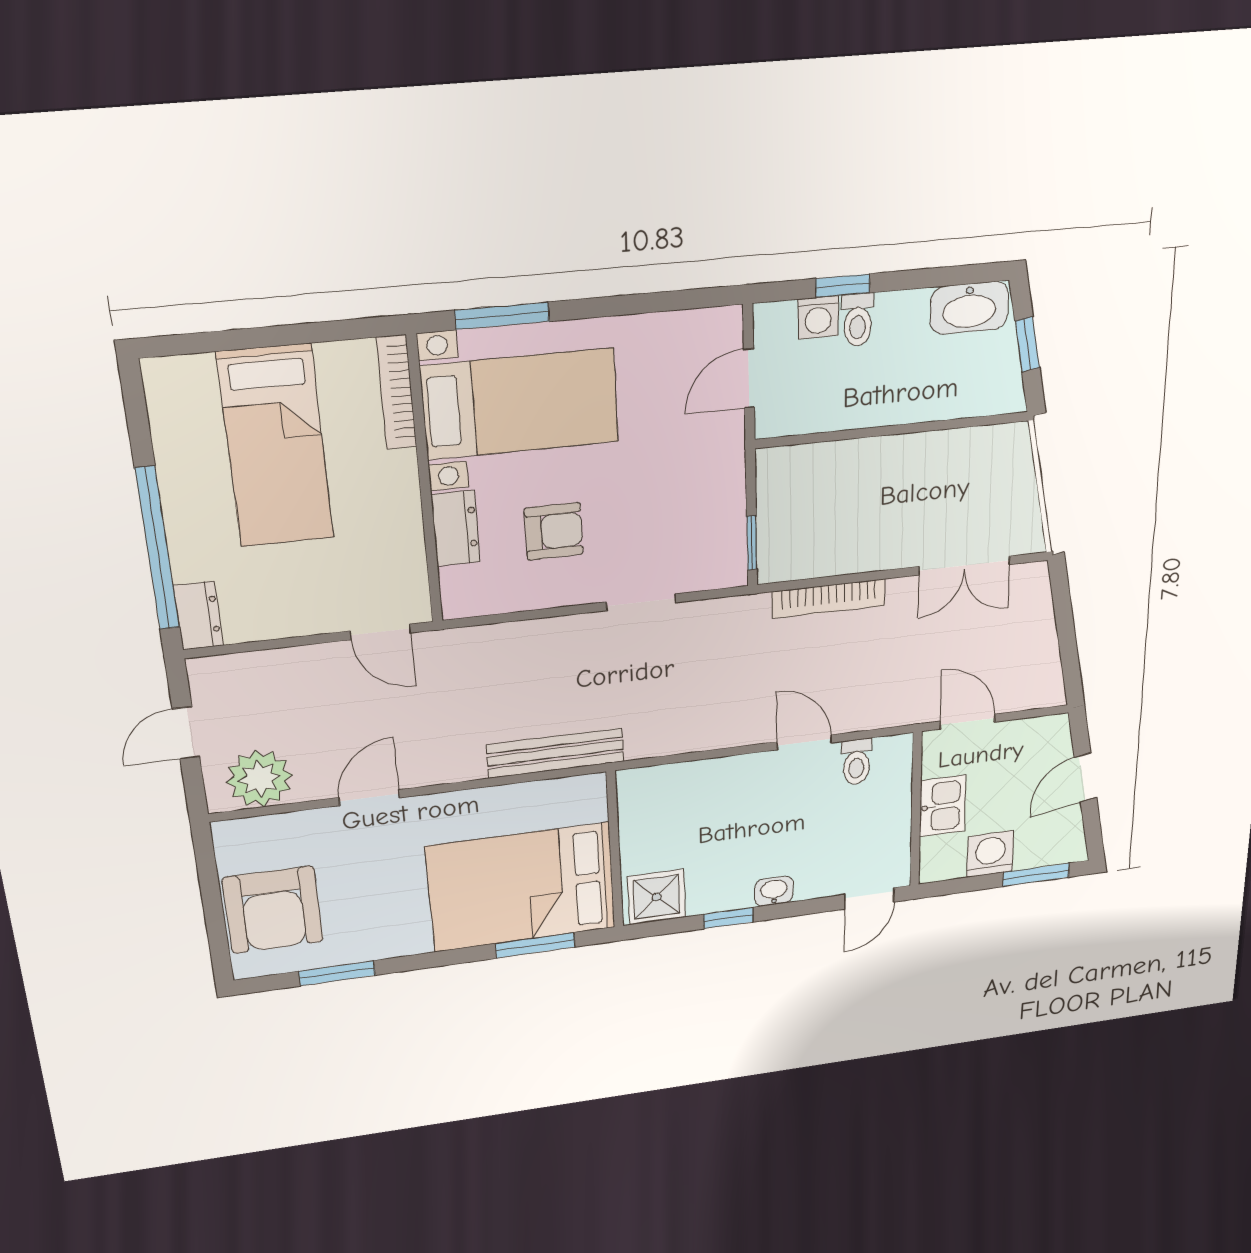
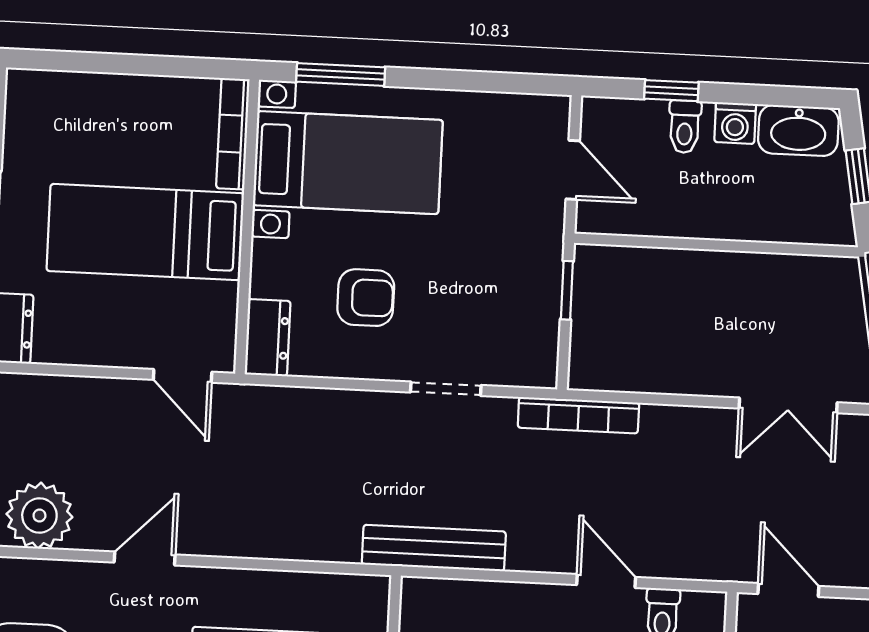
washing machine: (818, 317) -> (735, 123), moved
door: (749, 378) -> (573, 170), swing flipped
bed: (276, 446) -> (145, 232), moved, turned 90
dresser: (456, 528) -> (268, 338), moved
window: (752, 543) -> (567, 290), moved
bookcase: (829, 599) -> (578, 415), moved
bench: (555, 753) -> (434, 548), moved

